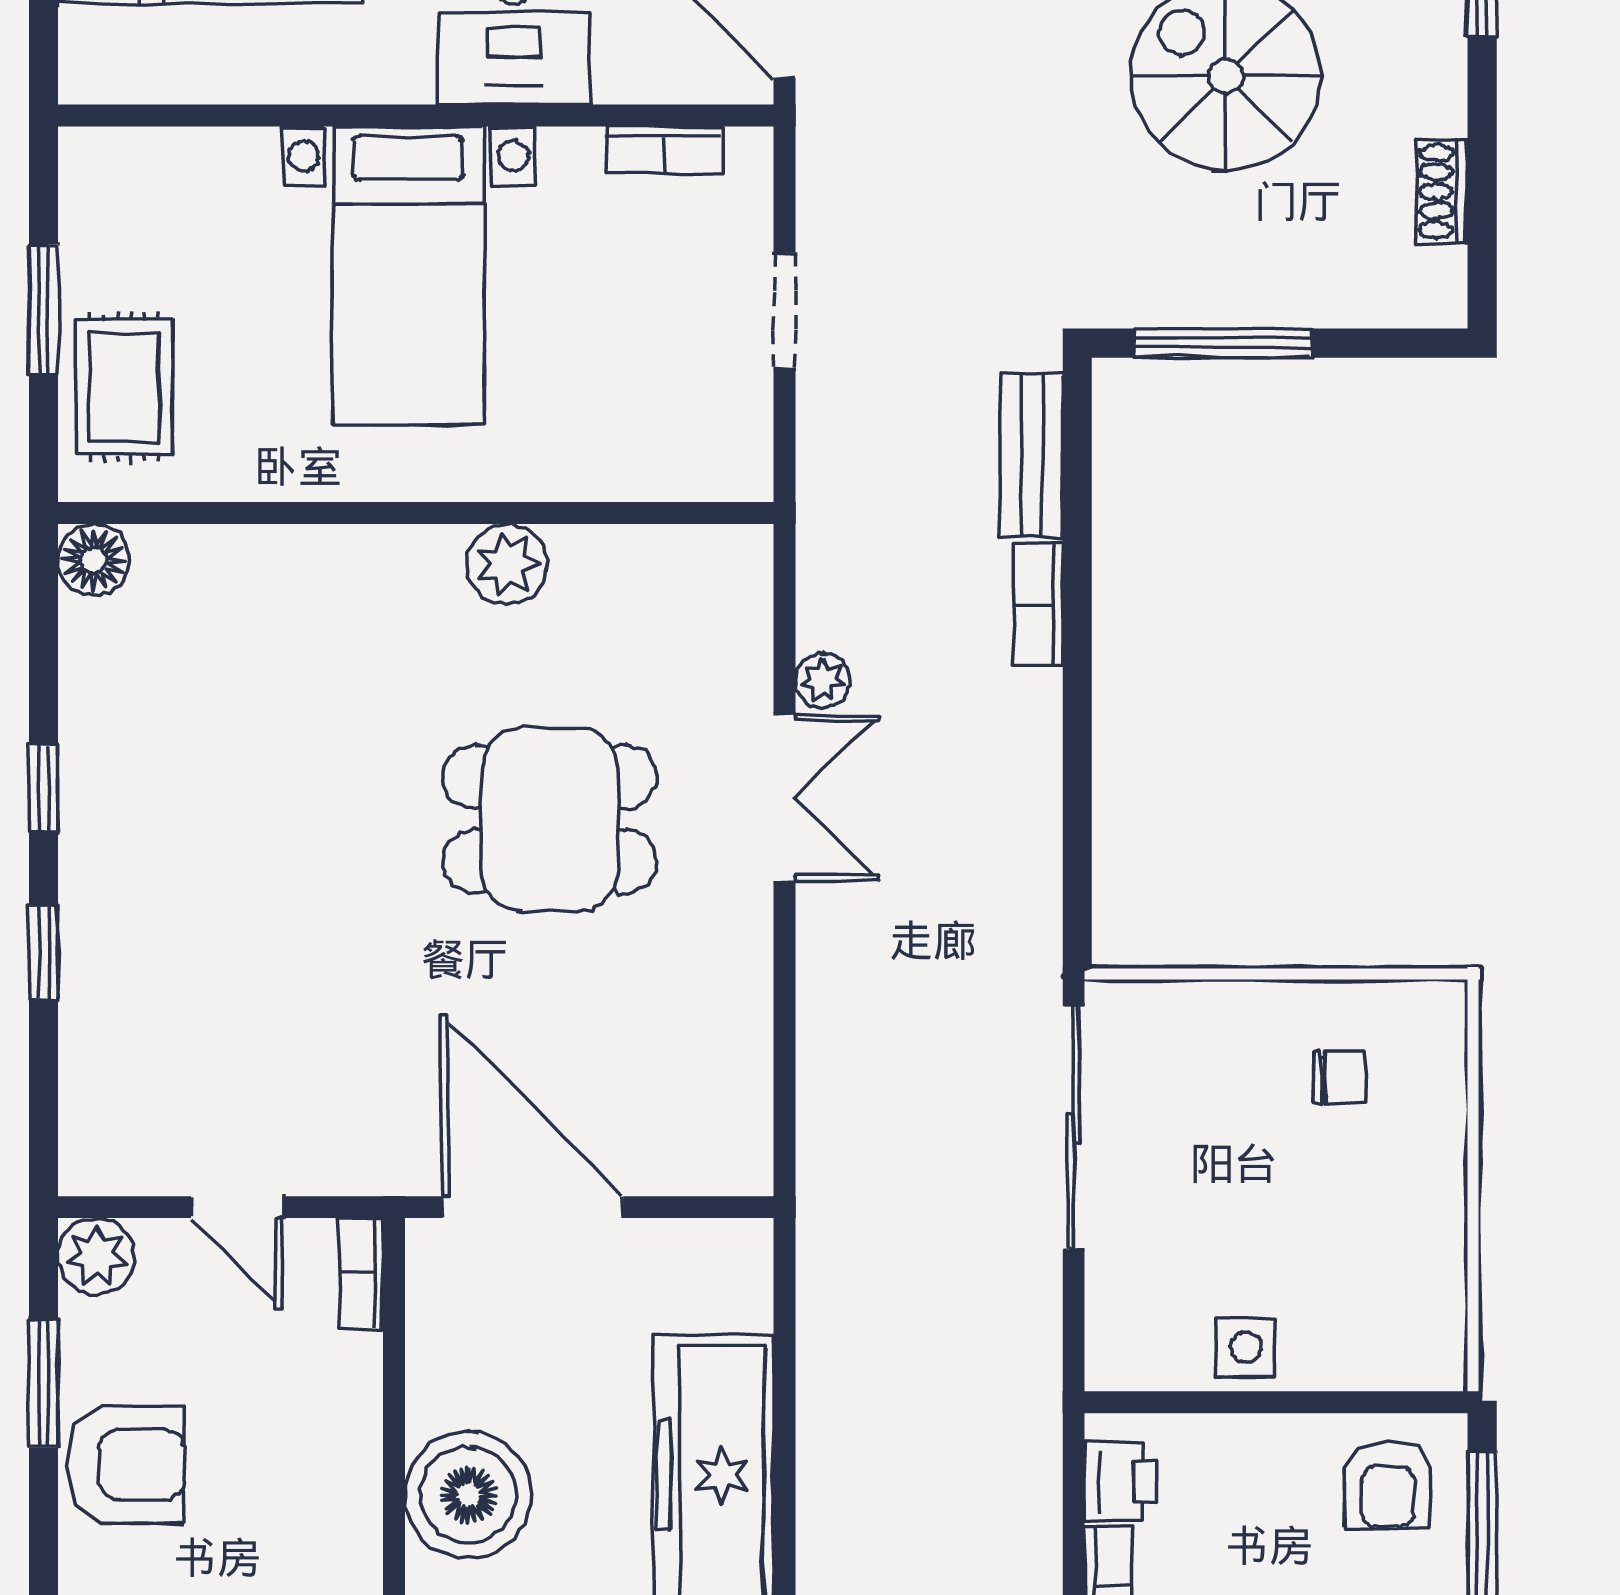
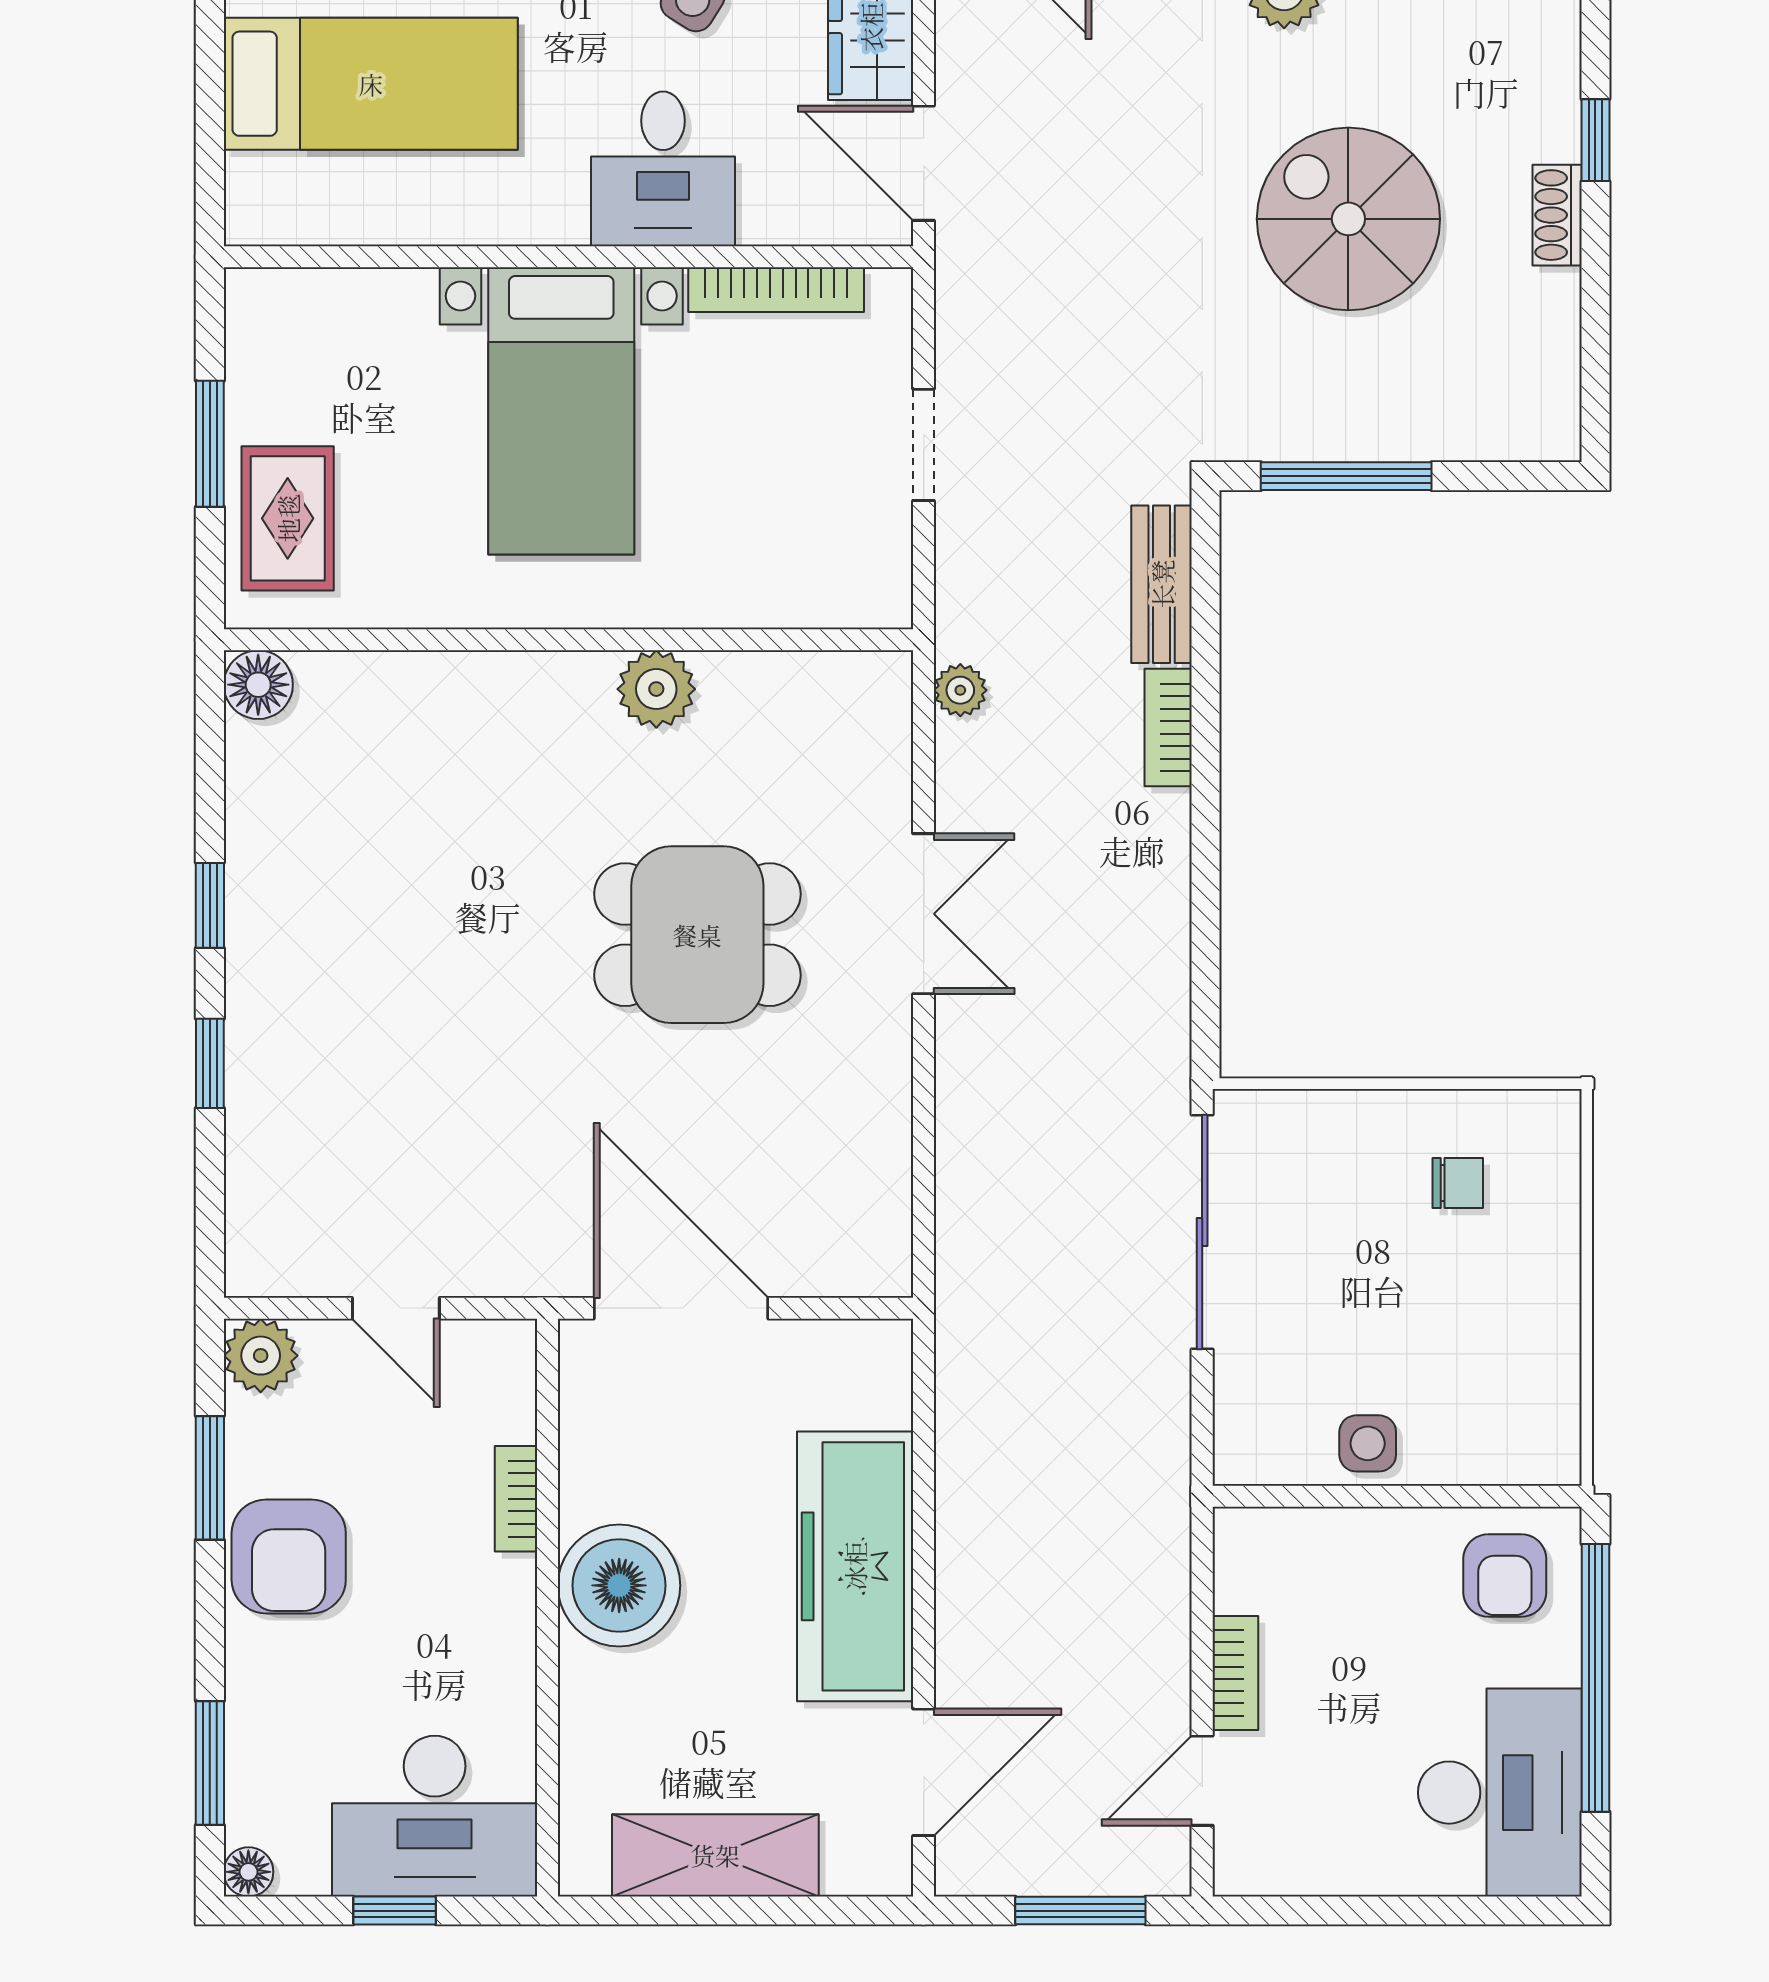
bookcase: (664, 150) -> (776, 290), width x1.56
shoe rack: (1442, 191) -> (1557, 215), moved
plant: (823, 680) -> (960, 690), moved
bookcase: (361, 1273) -> (516, 1499), moved
armchair: (125, 1465) -> (289, 1556), turned 90
printer: (1120, 1481) -> (1247, 1572), removed

